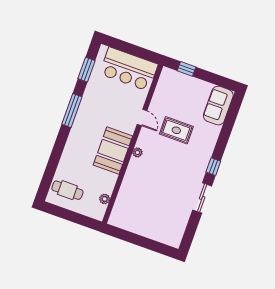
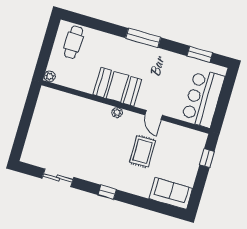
window: (72, 111) -> (143, 38), moved
door: (142, 117) -> (154, 115), hinge flipped
sliding door: (202, 198) -> (58, 178), moved
plant: (105, 199) -> (50, 76), moved

